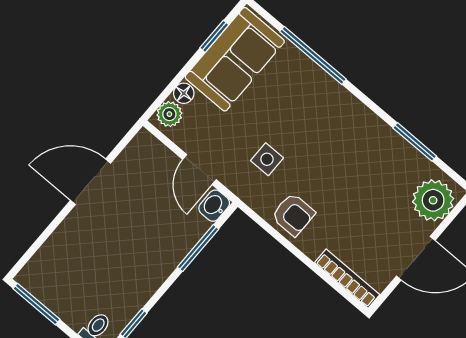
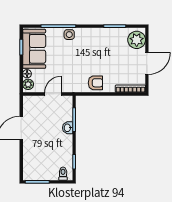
side table: (267, 159) -> (69, 35), moved
door: (199, 170) -> (53, 94), swing flipped
washbasin: (214, 206) -> (68, 128), moved

